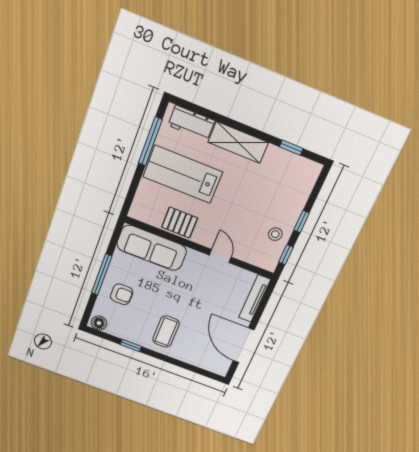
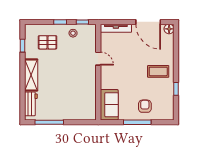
lab bench: (183, 174) -> (60, 98), removed
pallet: (180, 223) -> (48, 42), moved, turned 90
sofa: (152, 248) -> (109, 105), width x0.73
door: (220, 256) -> (98, 59), swing flipped
floor lamp: (99, 323) -> (169, 29), moved
door: (244, 345) -> (148, 22), hinge flipped

